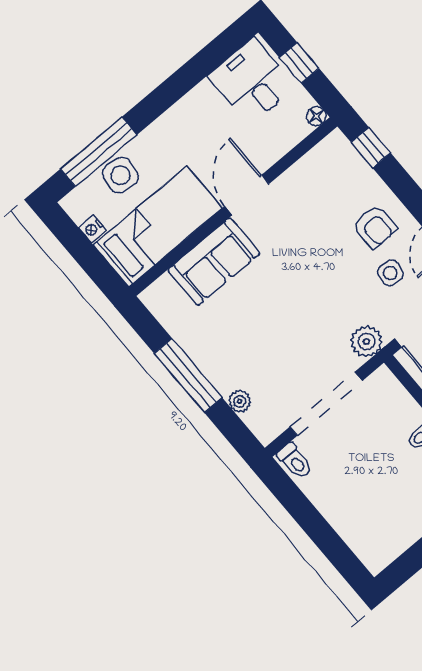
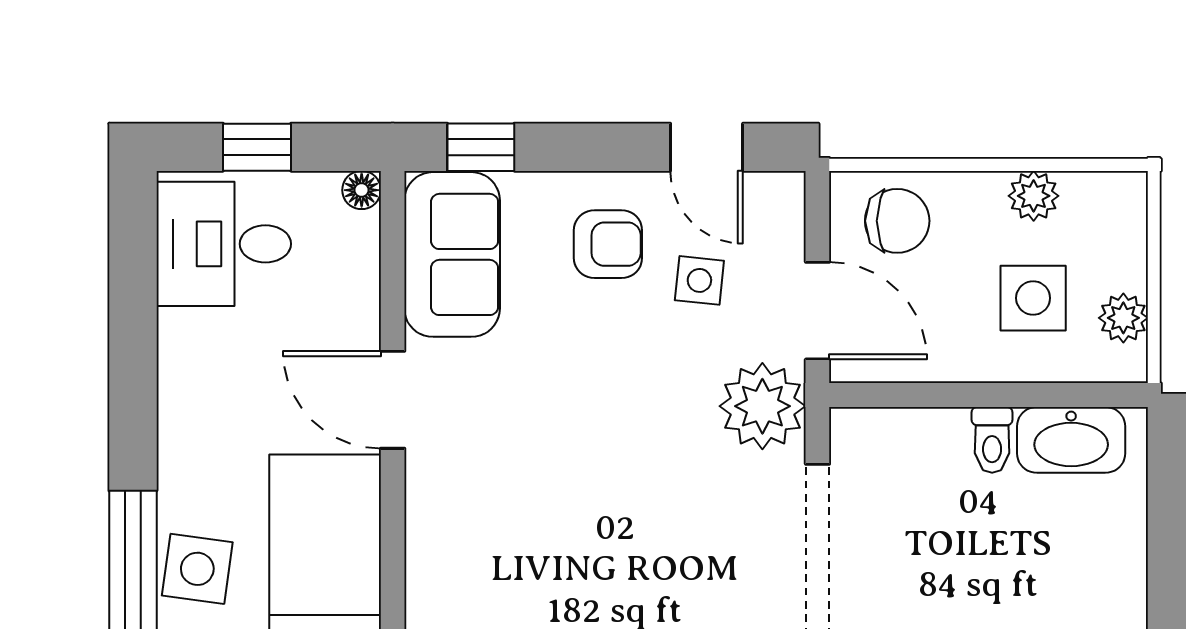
sofa: (214, 262) -> (452, 254), moved
plant: (366, 341) -> (762, 406), width x1.36, depth x1.36

